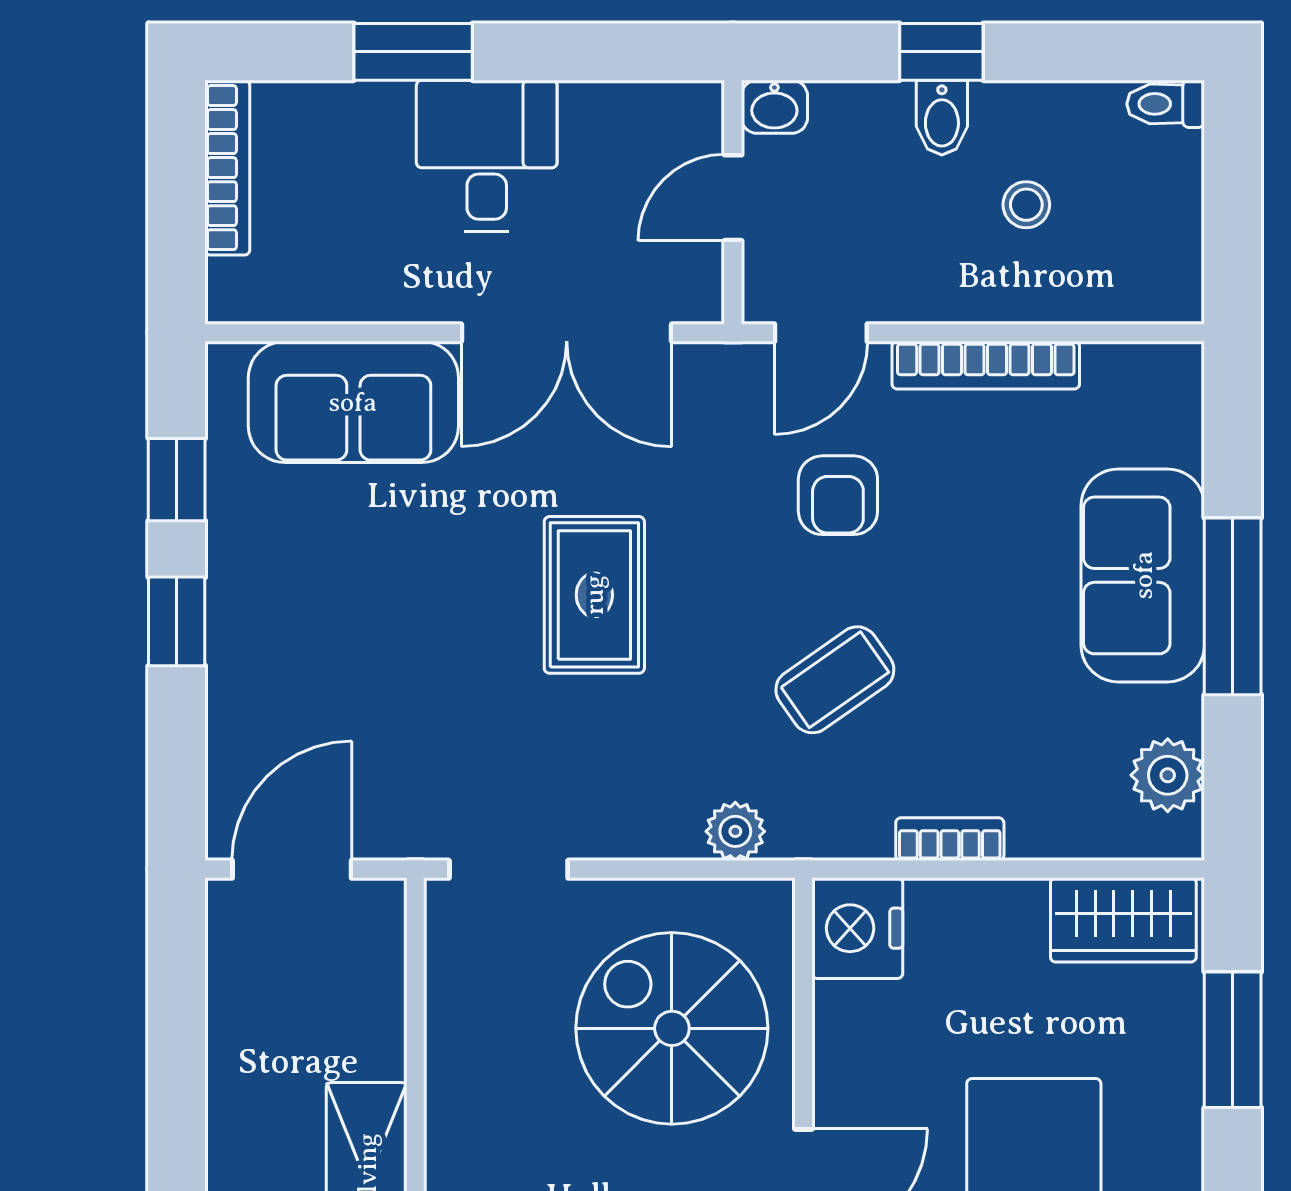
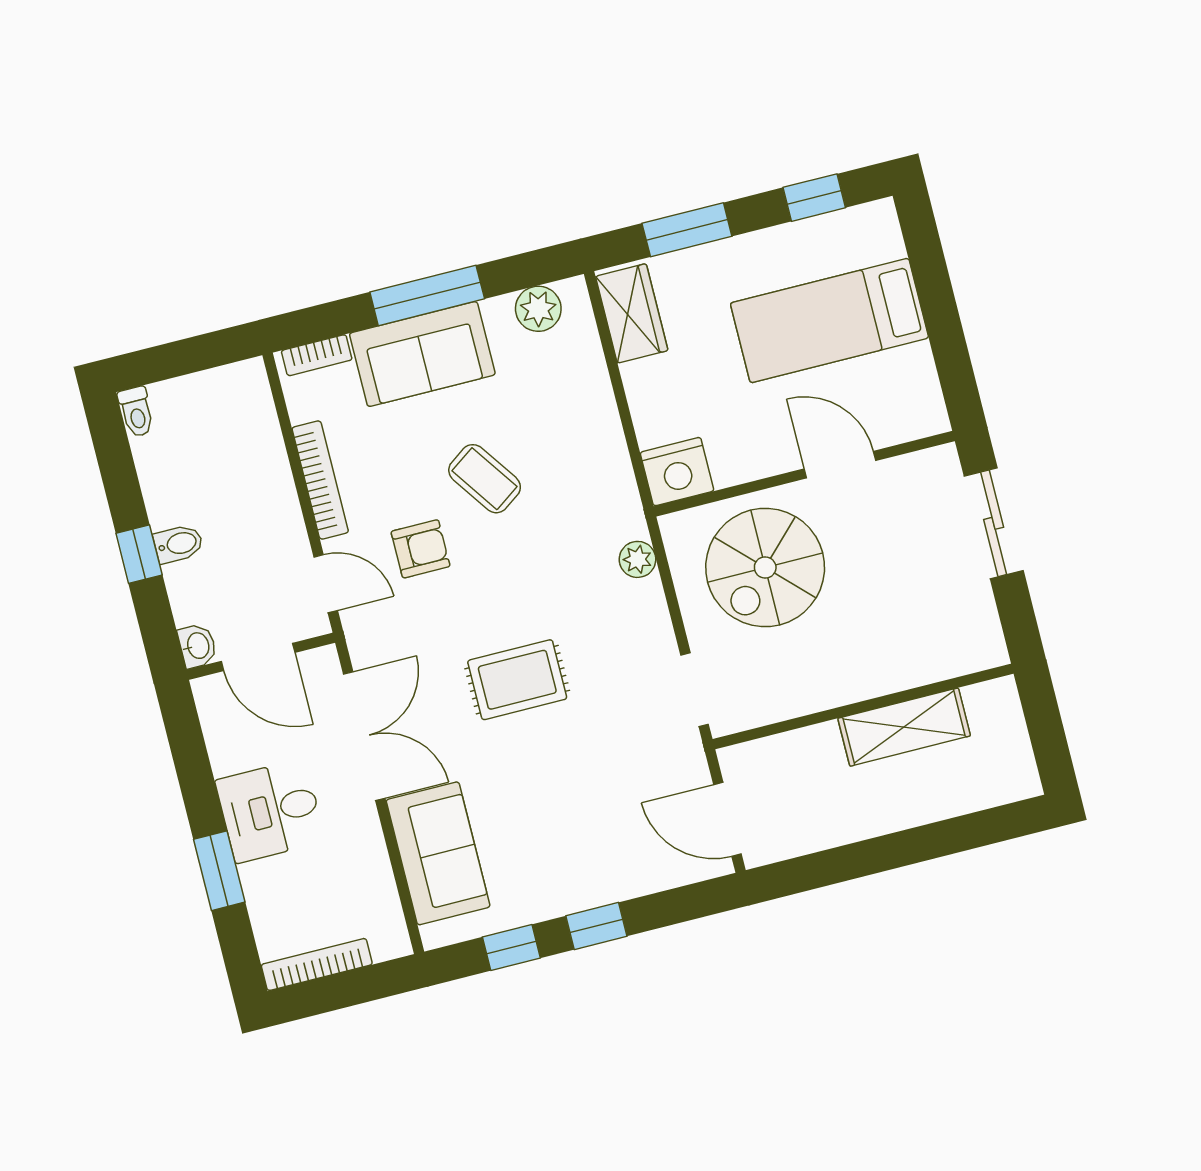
door: (733, 198) -> (258, 657), width x1.38
stool: (1026, 205) -> (218, 480), removed
coffee table: (835, 680) -> (485, 479), moved
bookcase: (950, 839) -> (317, 355), moved, turned -90

